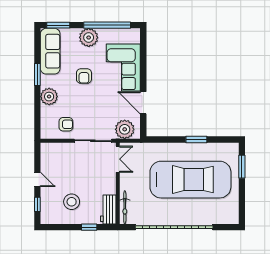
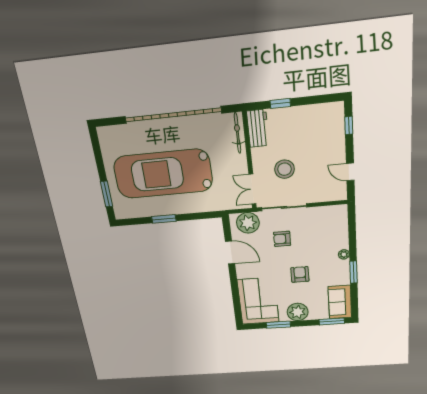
window: (107, 25) -> (278, 325), width x0.47
sofa: (50, 51) -> (340, 302), width x0.73
corner sofa: (123, 68) -> (258, 301), moved
plant: (49, 97) -> (344, 254), width x0.53, depth x0.53
armchair: (66, 124) -> (282, 239), moved
door: (37, 179) -> (350, 172), moved
stool: (72, 202) -> (285, 169), moved

